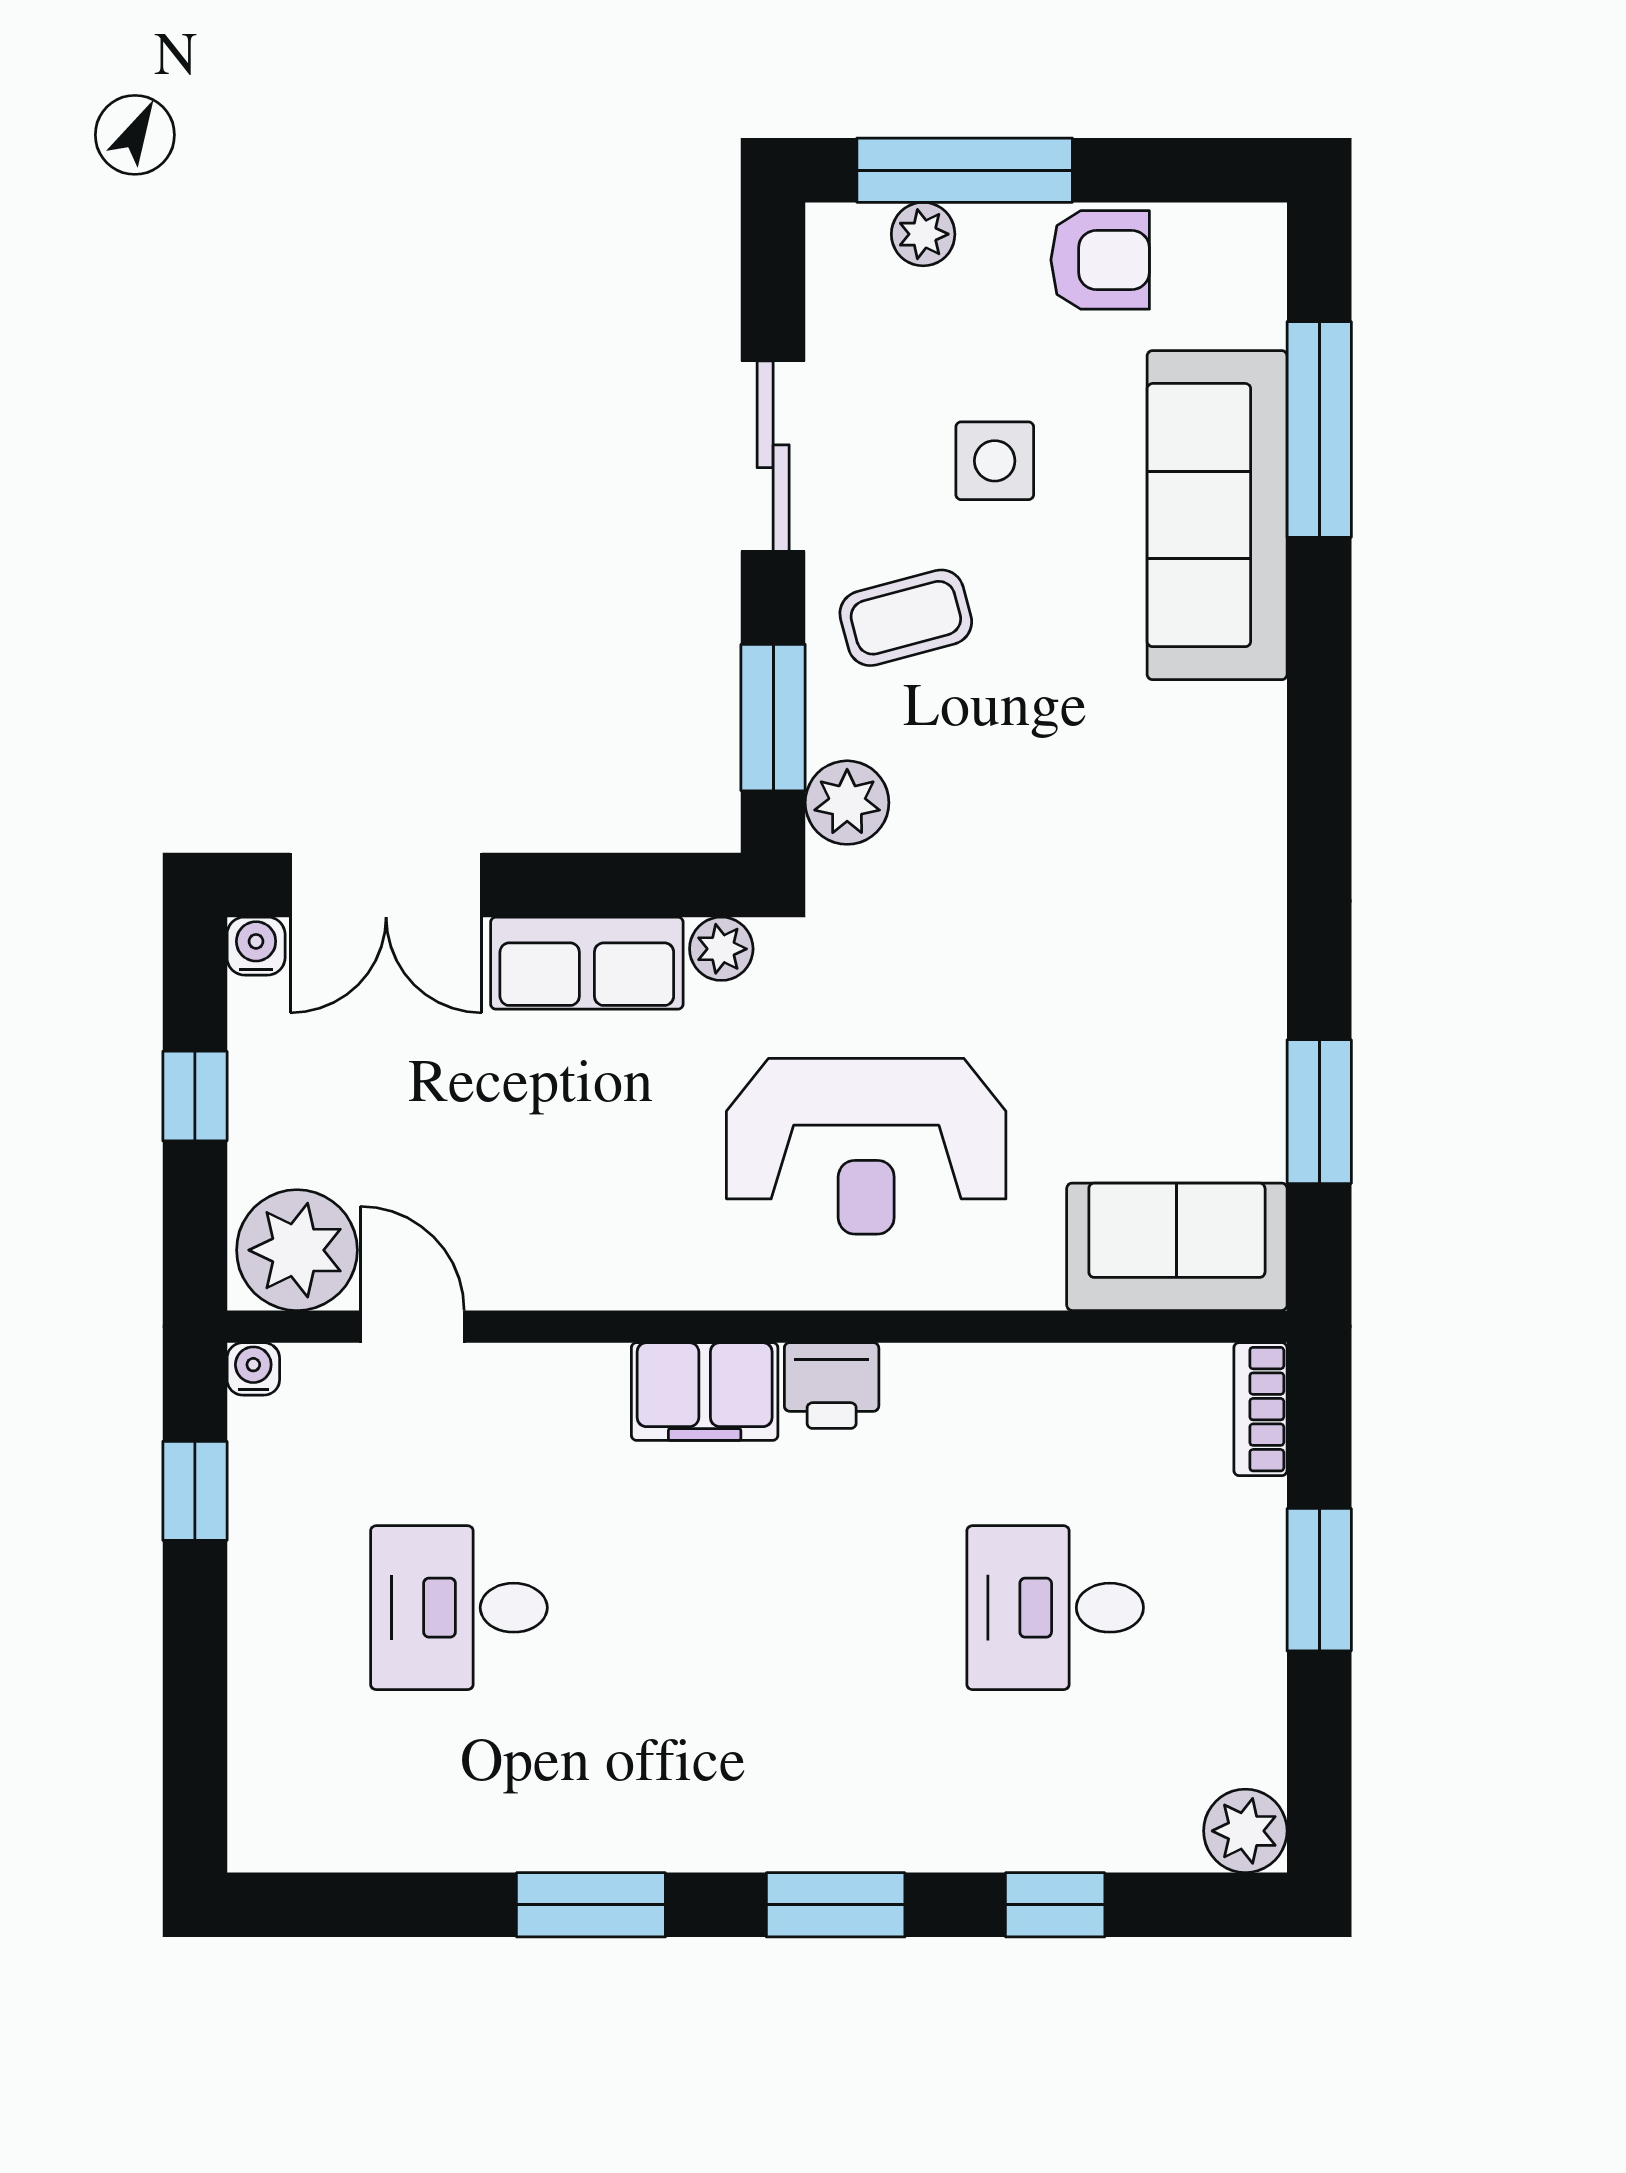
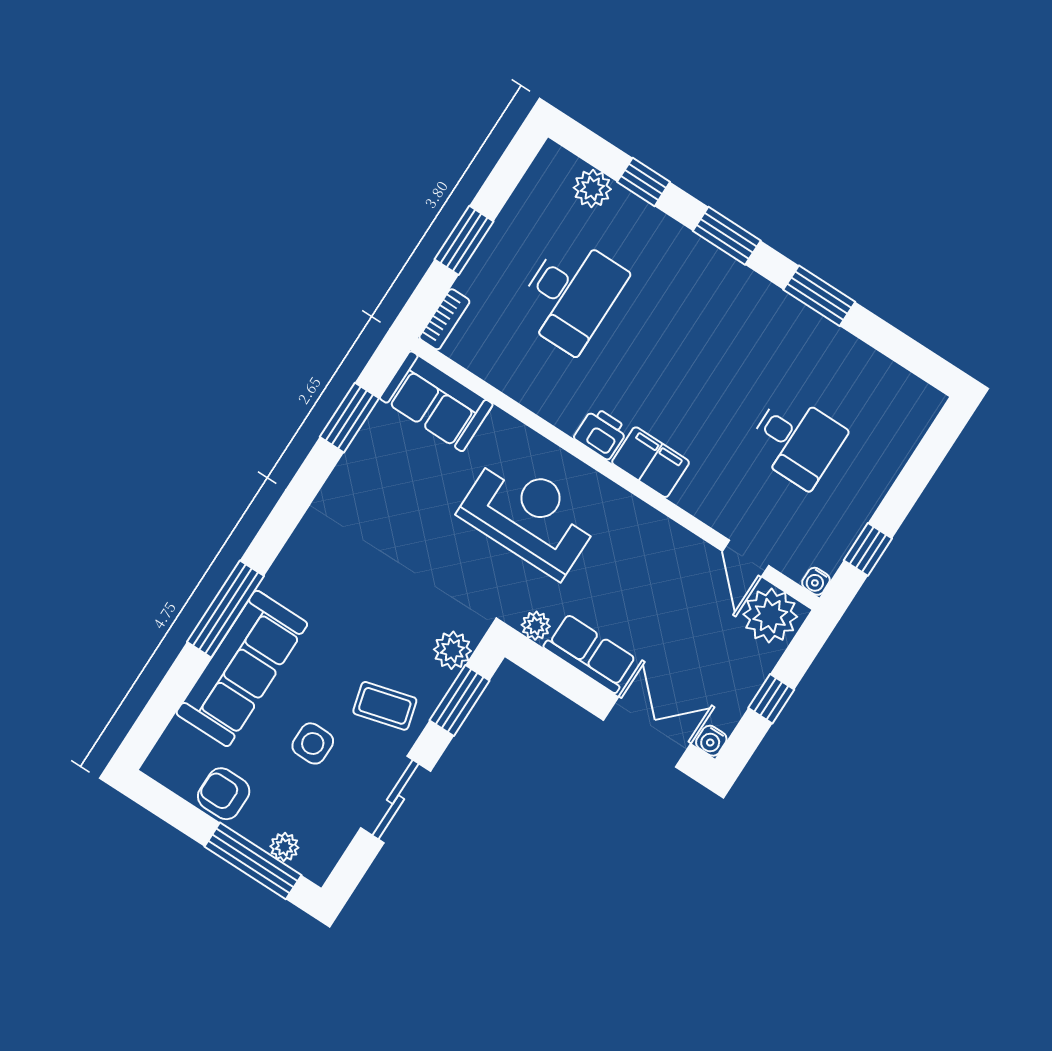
window: (1319, 430) -> (226, 609), moved
desk: (1055, 1608) -> (571, 294), width x1.37
plant: (1245, 1831) -> (592, 188), moved

